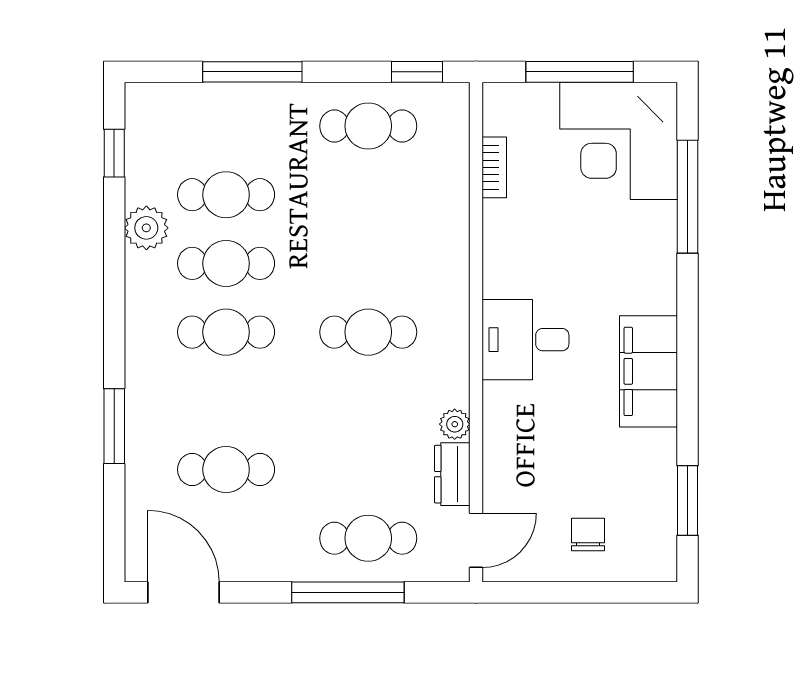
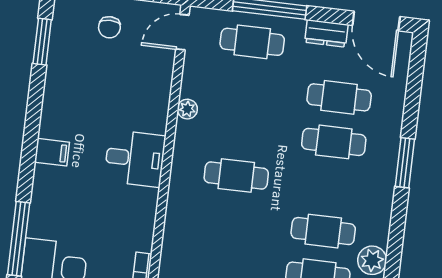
cafe table: (226, 332) -> (334, 142), moved
filing cabinet: (648, 371) -> (52, 152), width x0.33, depth x0.86
window: (114, 426) -> (405, 163), moved
dresser: (452, 474) -> (326, 33), moved, turned 90

